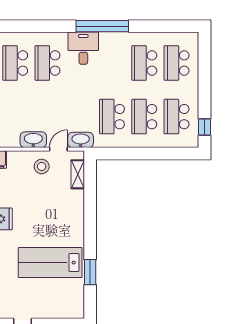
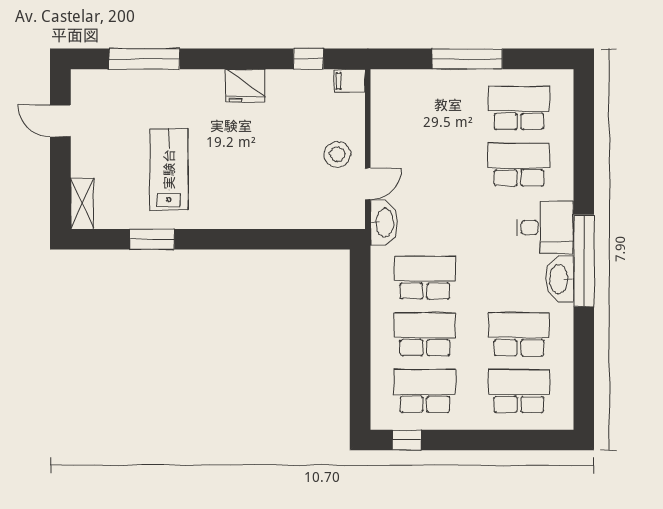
washbasin: (33, 140) -> (559, 279), moved, turned 180
door: (58, 149) -> (368, 184), hinge flipped
shelving: (78, 174) -> (82, 204), moved, turned 90
lab bench: (50, 263) -> (169, 169), width x0.73, depth x0.72

